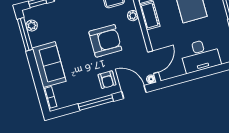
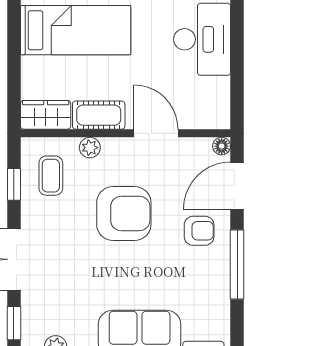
armchair: (105, 41) -> (124, 213), turned 90
door: (153, 62) -> (156, 133), moved

